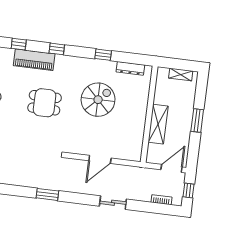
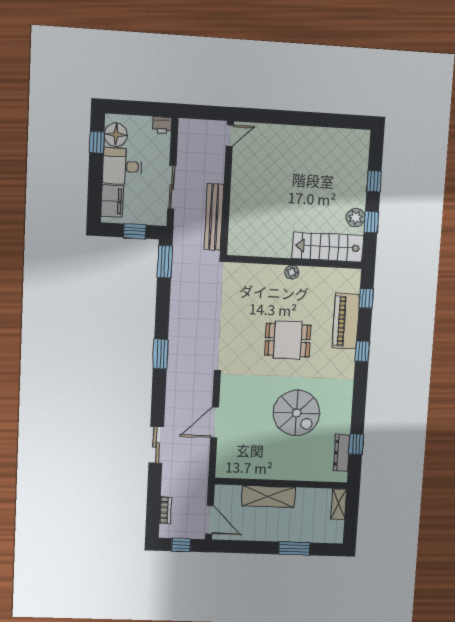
window: (103, 55) -> (356, 444), moved
shelving: (181, 74) -> (339, 504), moved
dining table: (45, 103) -> (288, 340), turned 90
window: (197, 120) -> (294, 548), moved
door: (100, 159) -> (215, 422), hinge flipped

